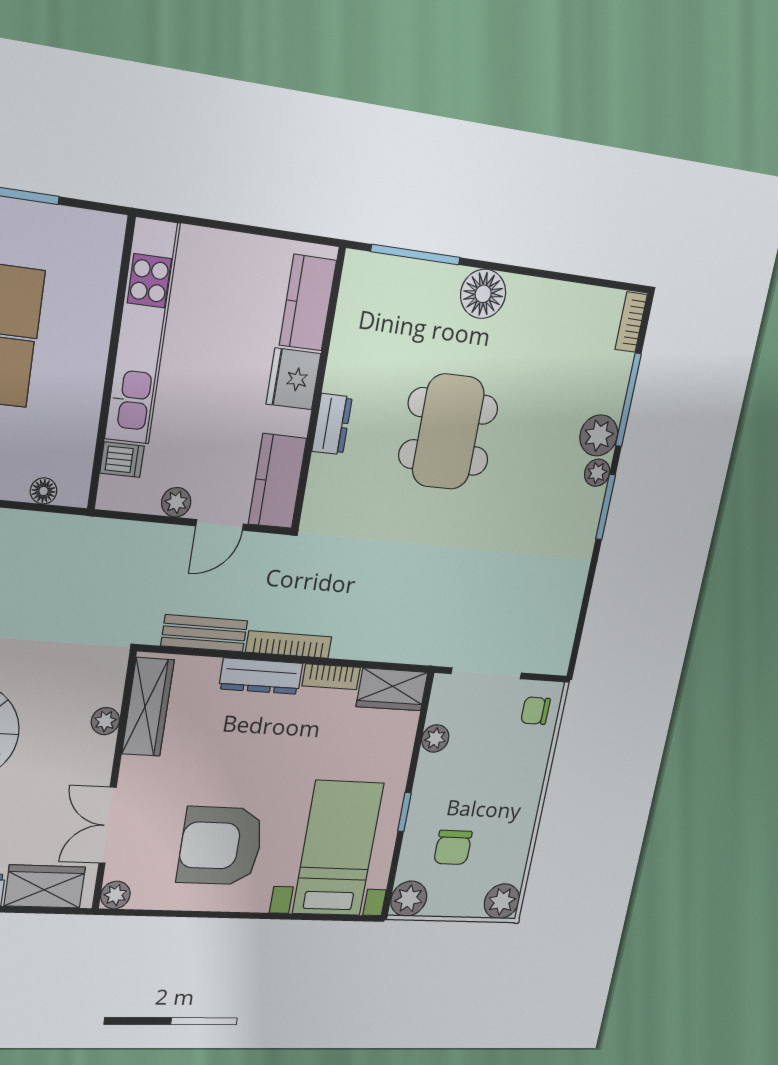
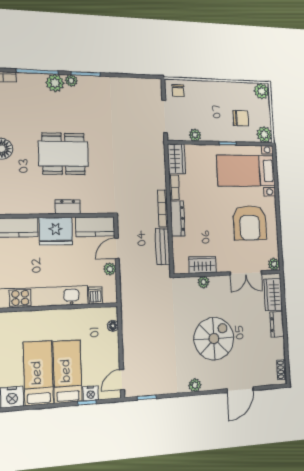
fridge: (293, 379) -> (56, 231), width x1.36, depth x1.34
door: (220, 525) -> (117, 248), swing flipped
wardrobe: (148, 707) -> (202, 265), width x0.67

